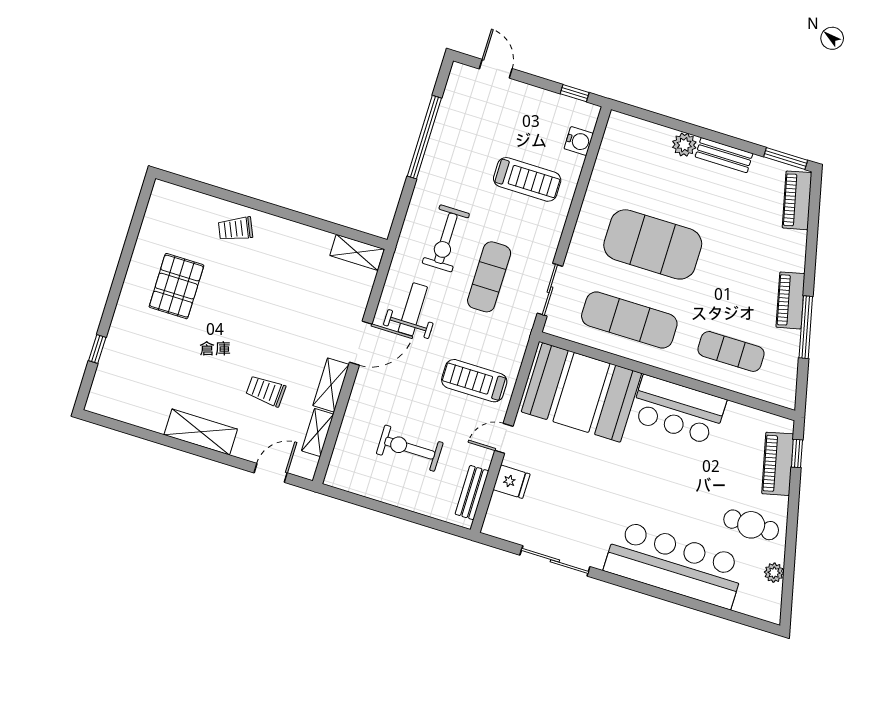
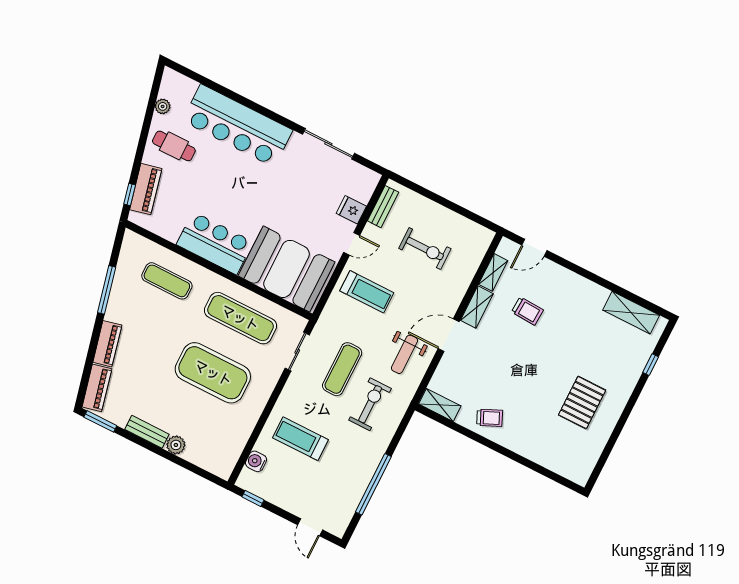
trolley: (236, 229) -> (490, 418), moved
piano: (790, 300) -> (107, 344), moved
shelving: (201, 432) -> (631, 313), moved

